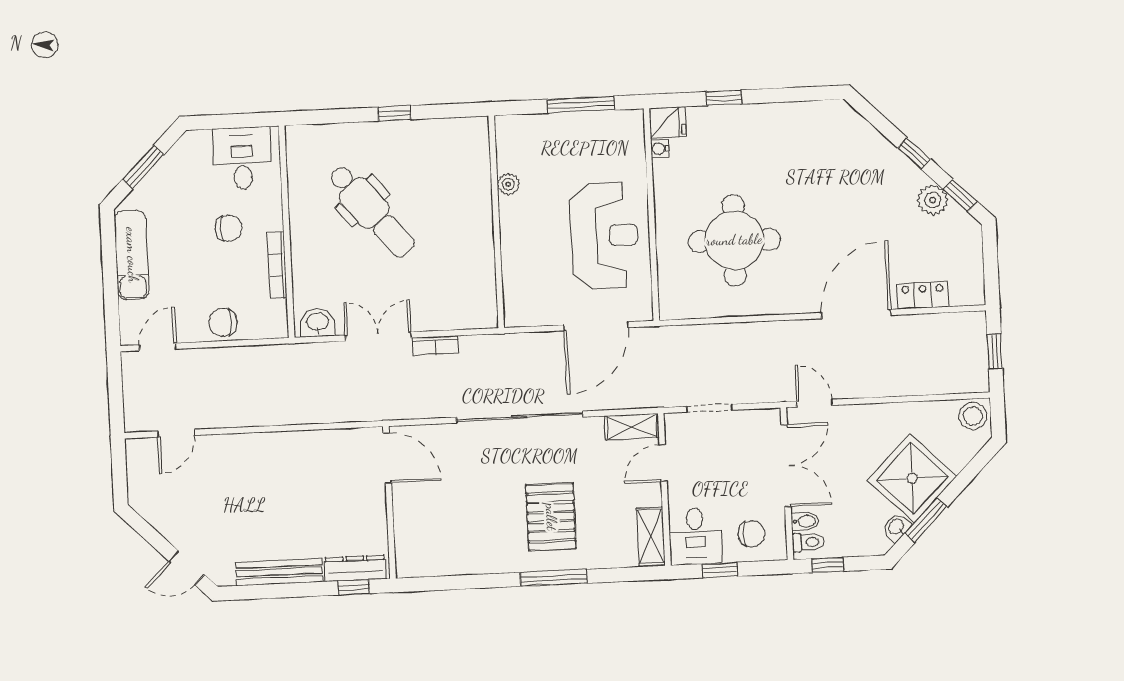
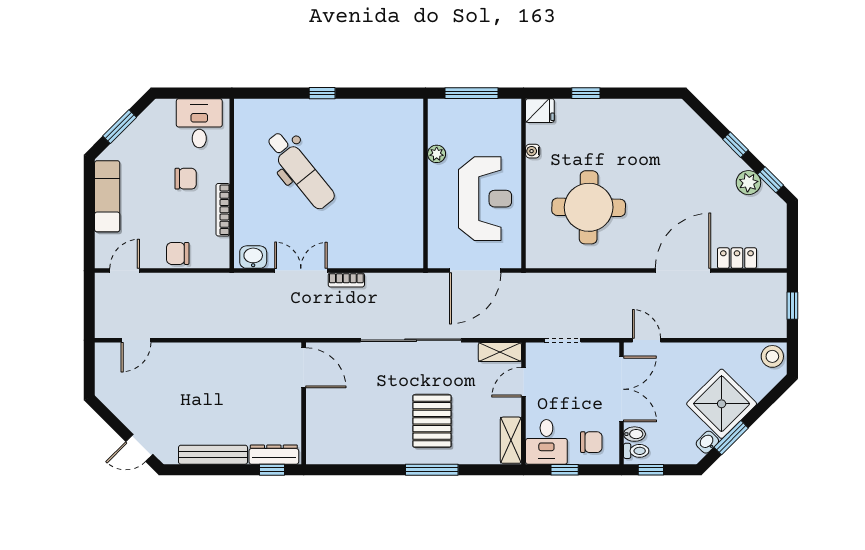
water cooler: (660, 149) -> (533, 151), moved
plant: (508, 184) -> (437, 154), moved
wall: (496, 222) -> (426, 183), moved

